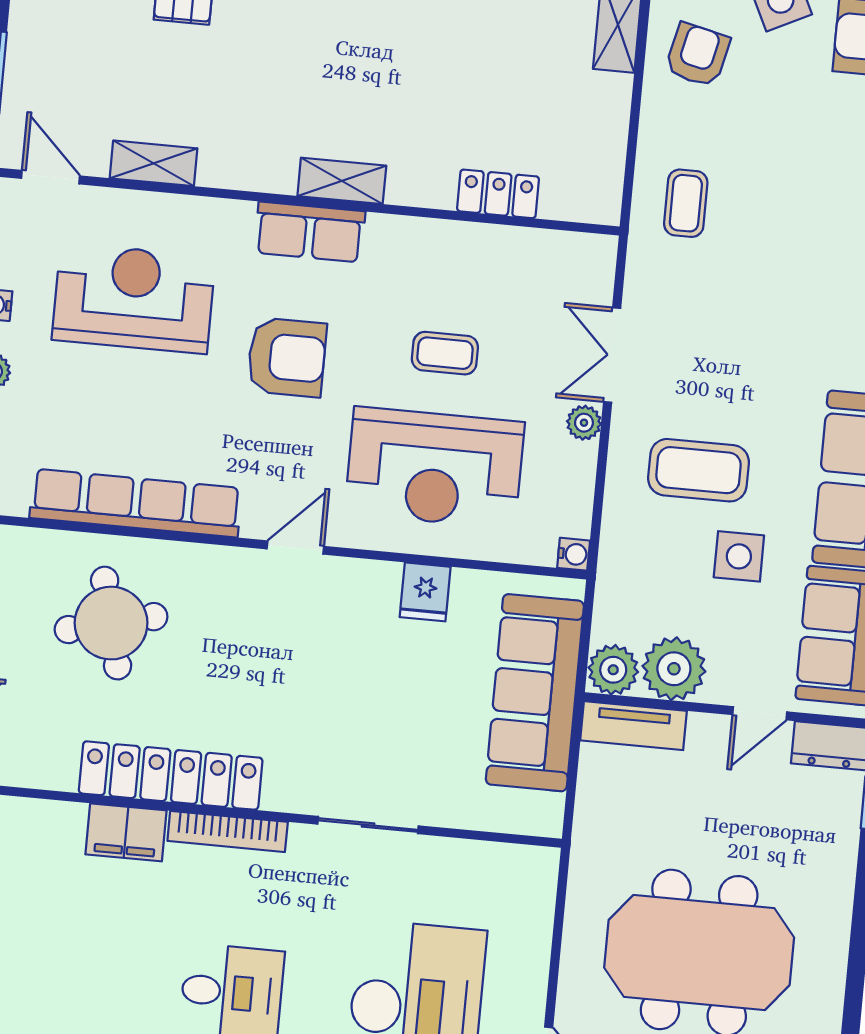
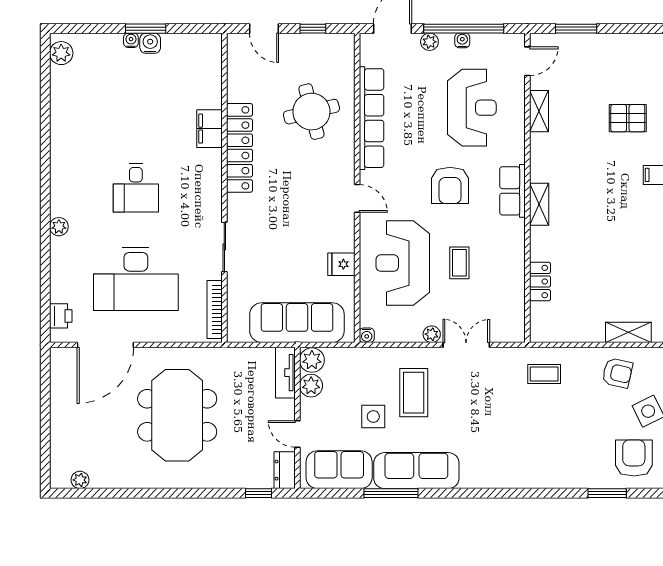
plant: (674, 669) -> (311, 386), width x0.73, depth x0.73
bookcase: (228, 831) -> (215, 309), moved

